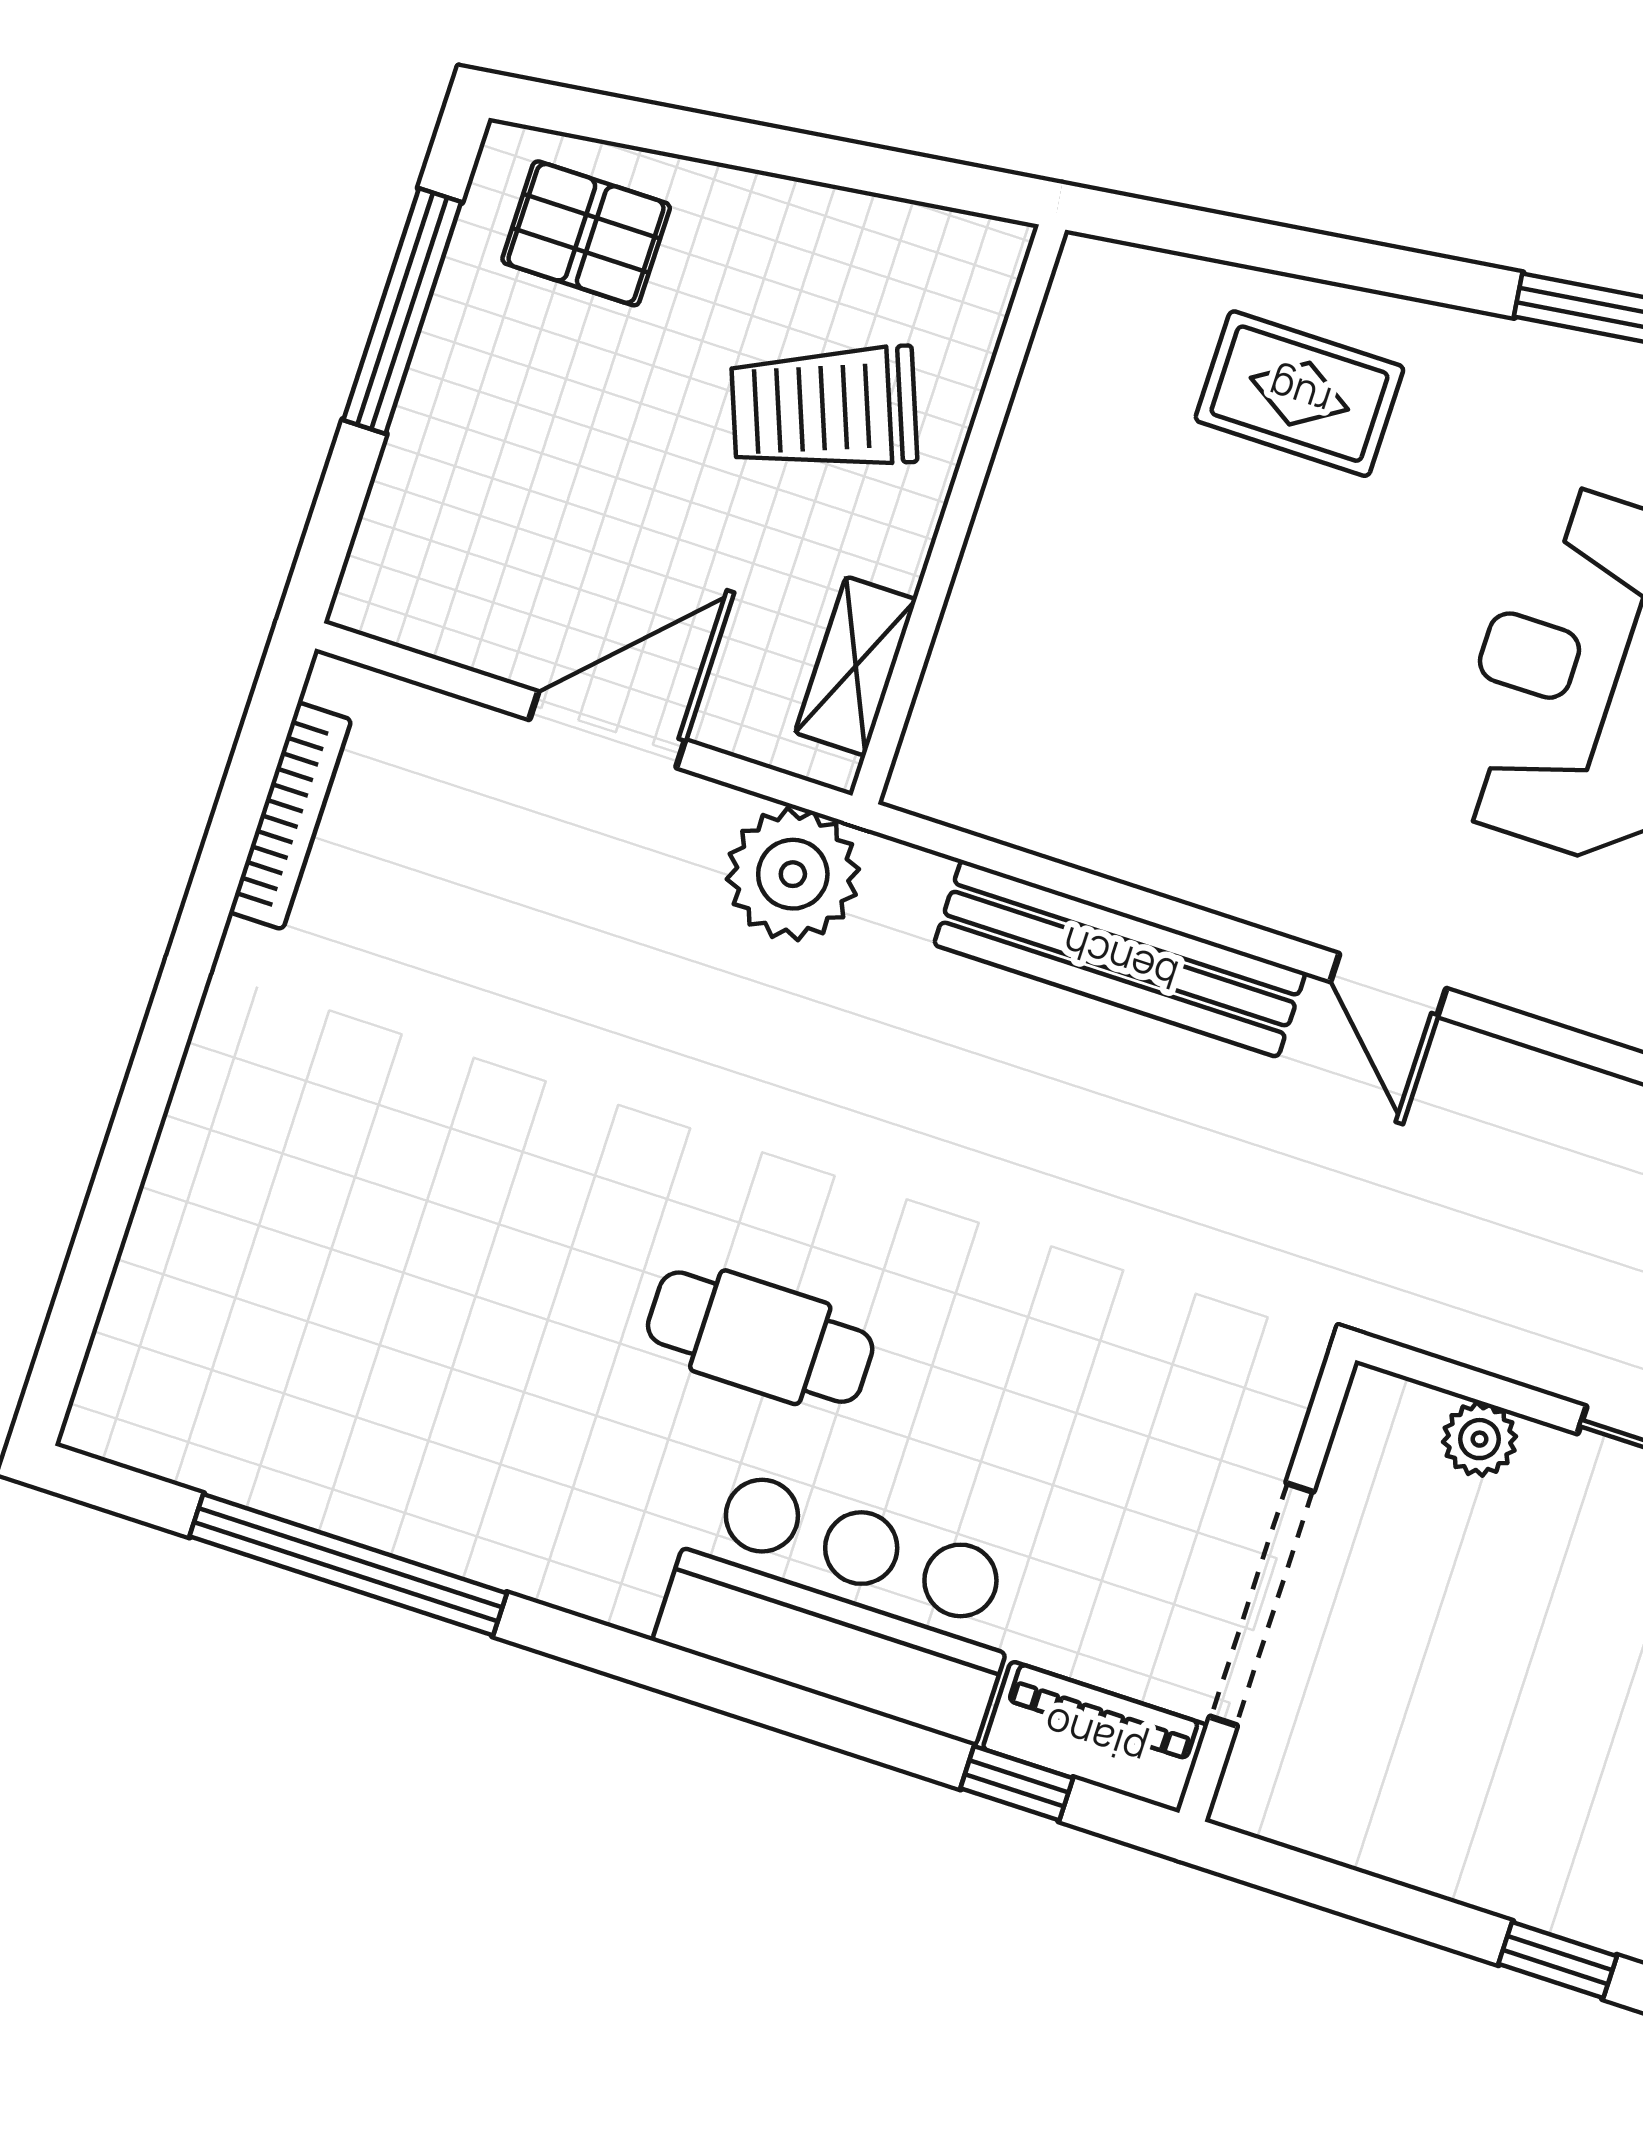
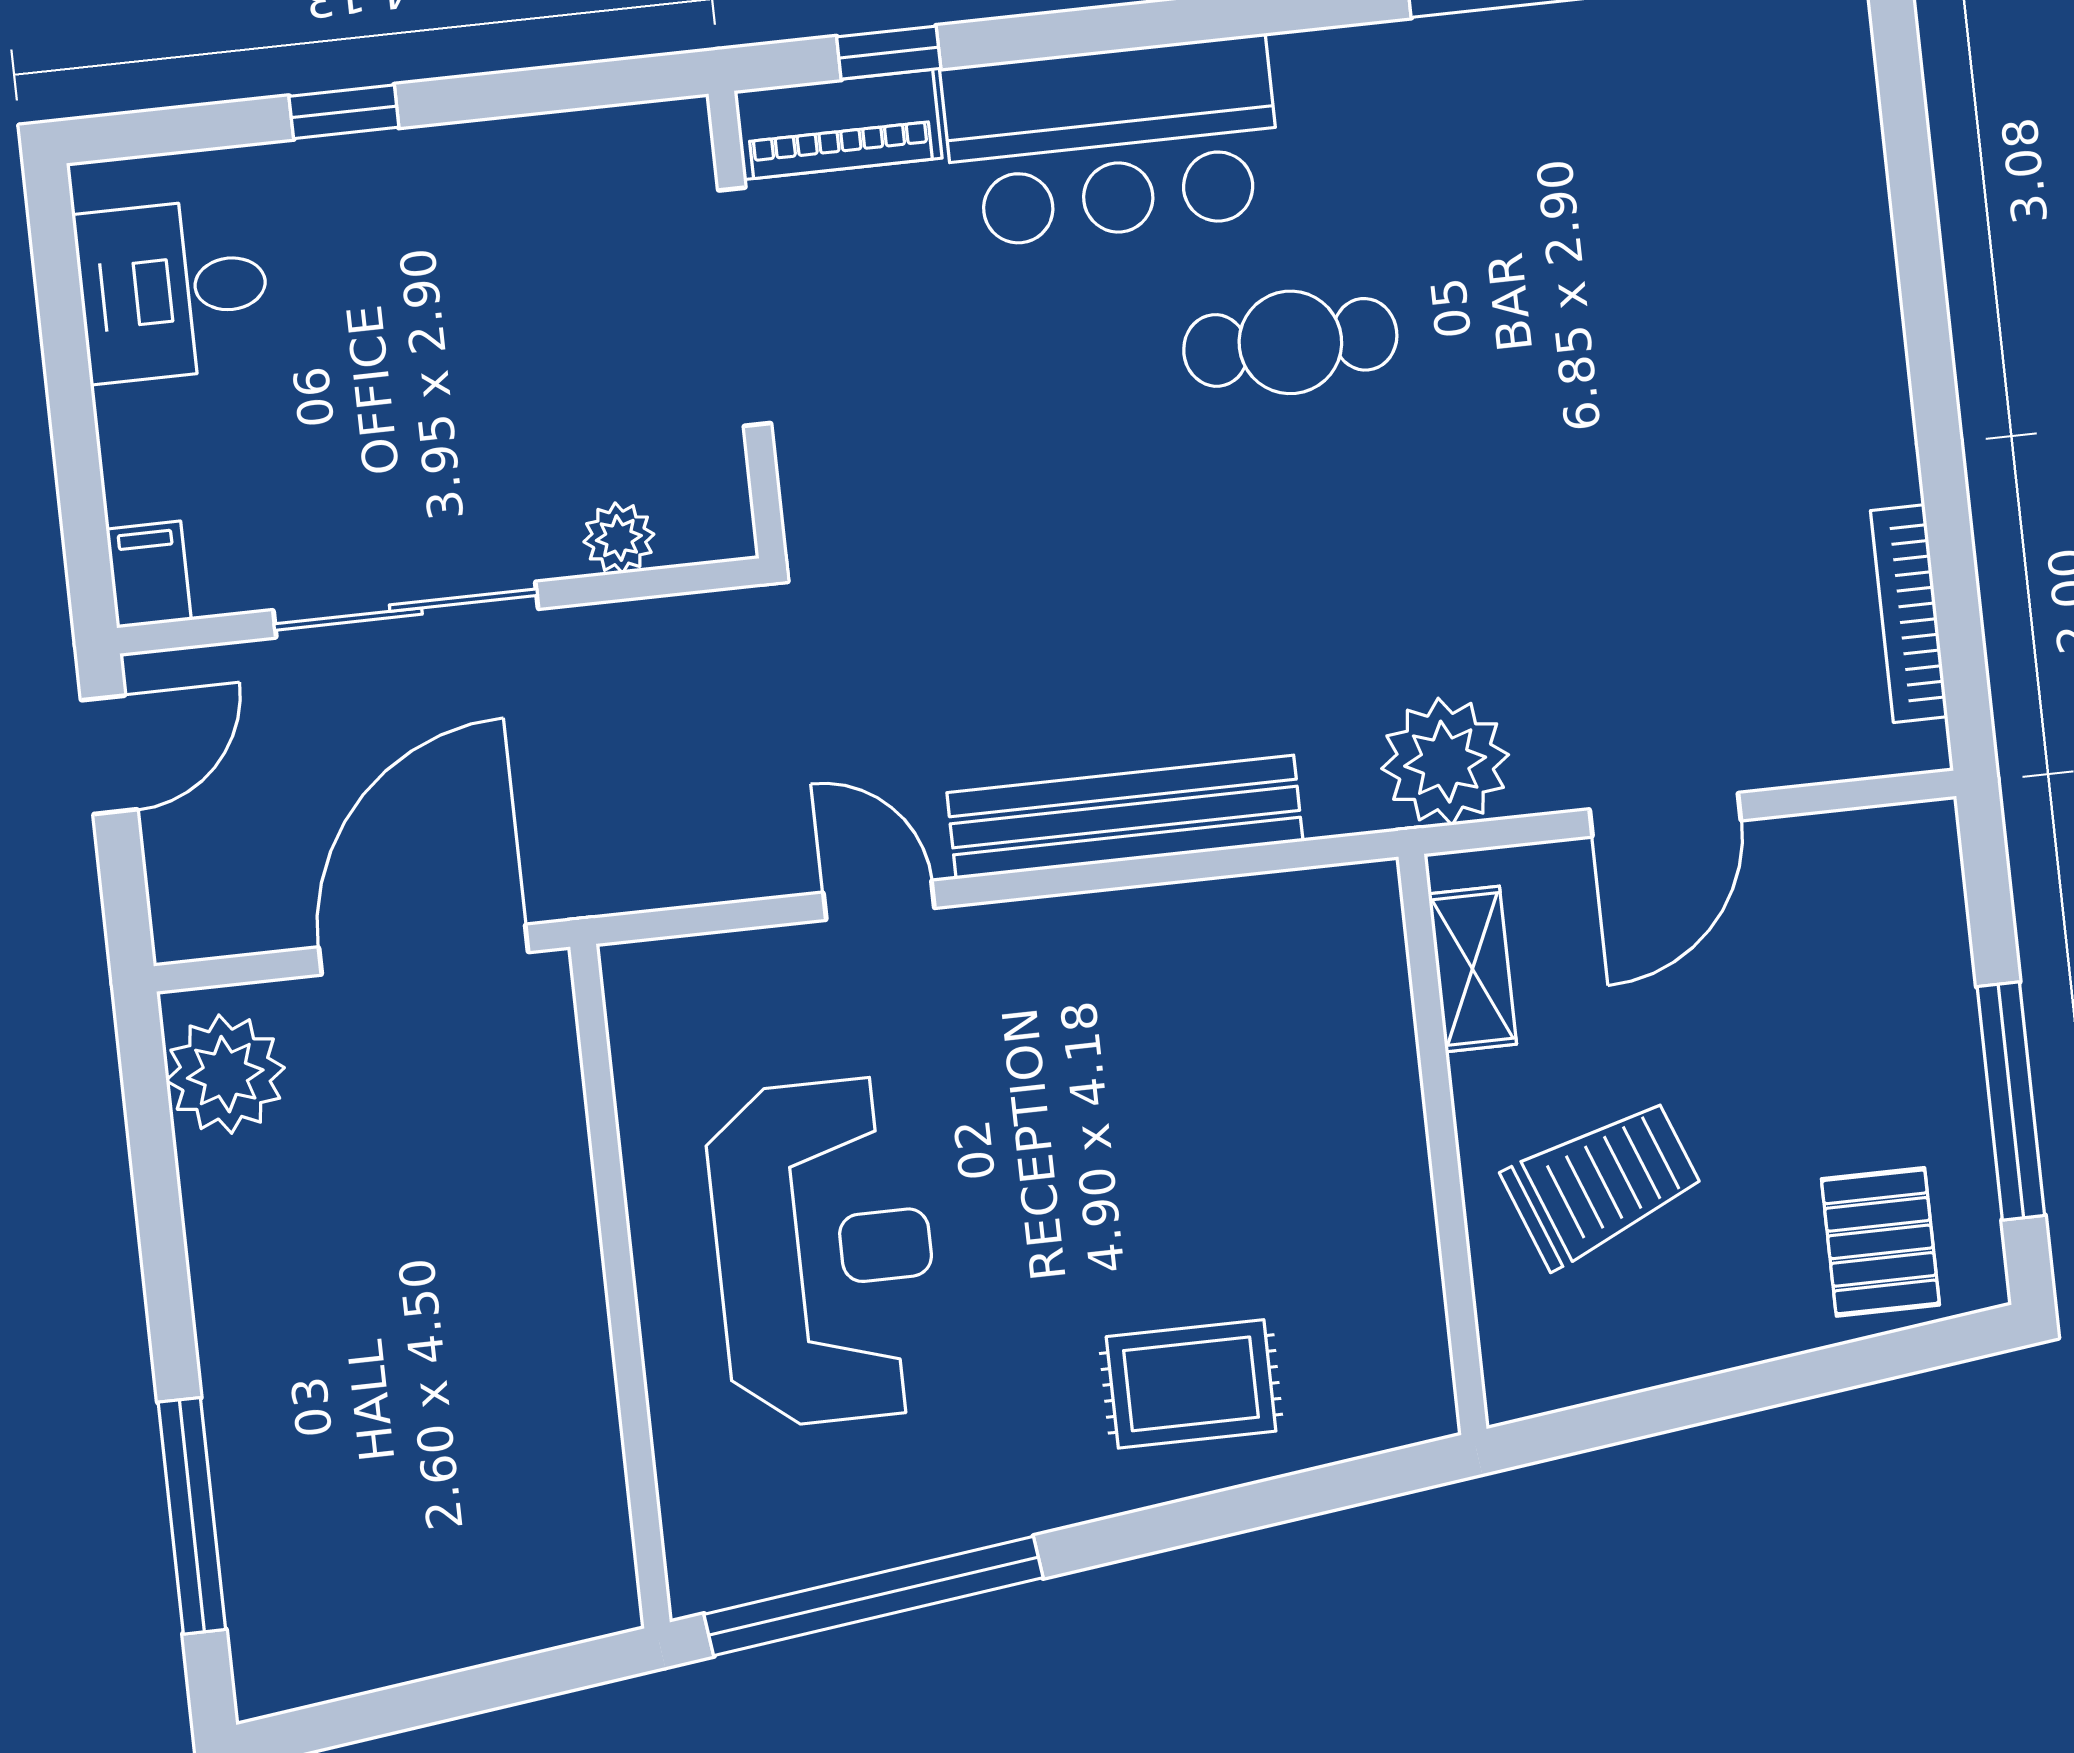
pallet: (586, 233) -> (1880, 1242), turned 90

